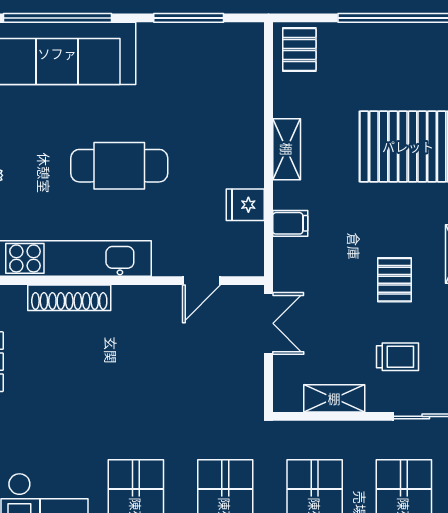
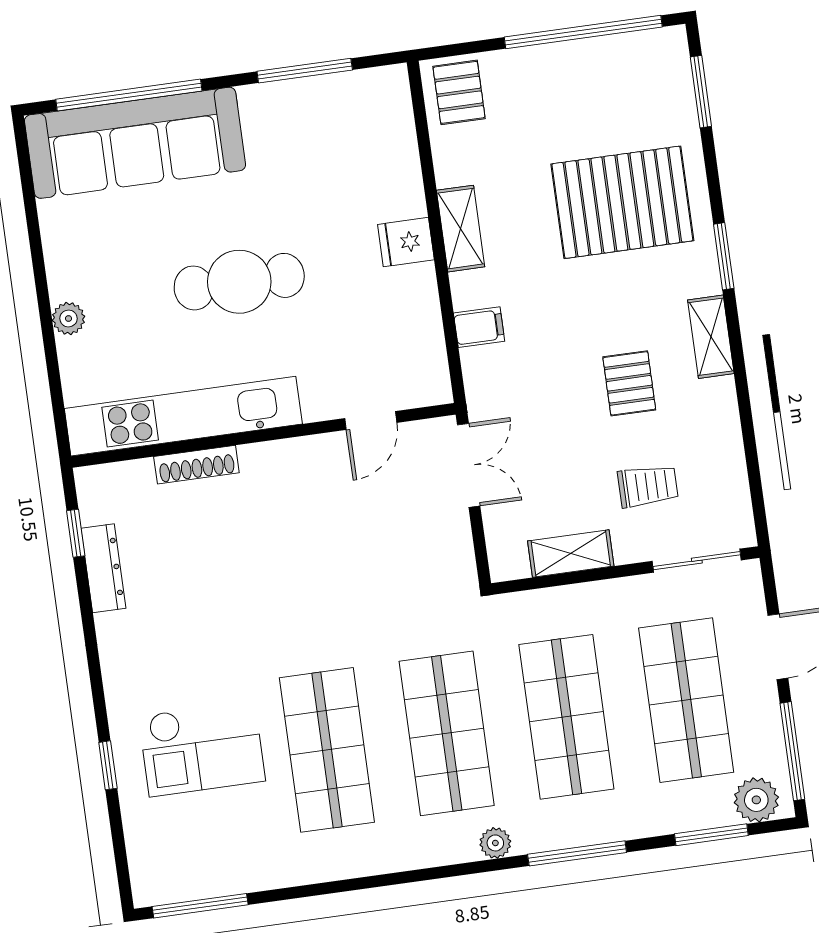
fridge: (245, 205) -> (406, 242), moved
shoe rack: (69, 298) -> (196, 465), width x0.74, depth x0.81

